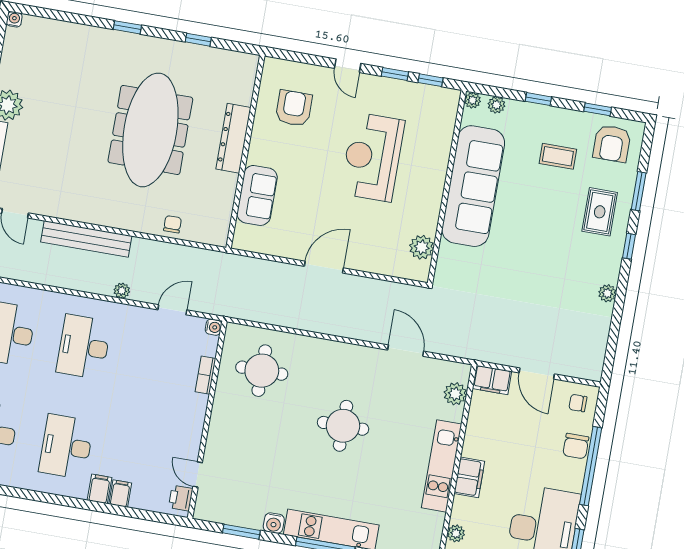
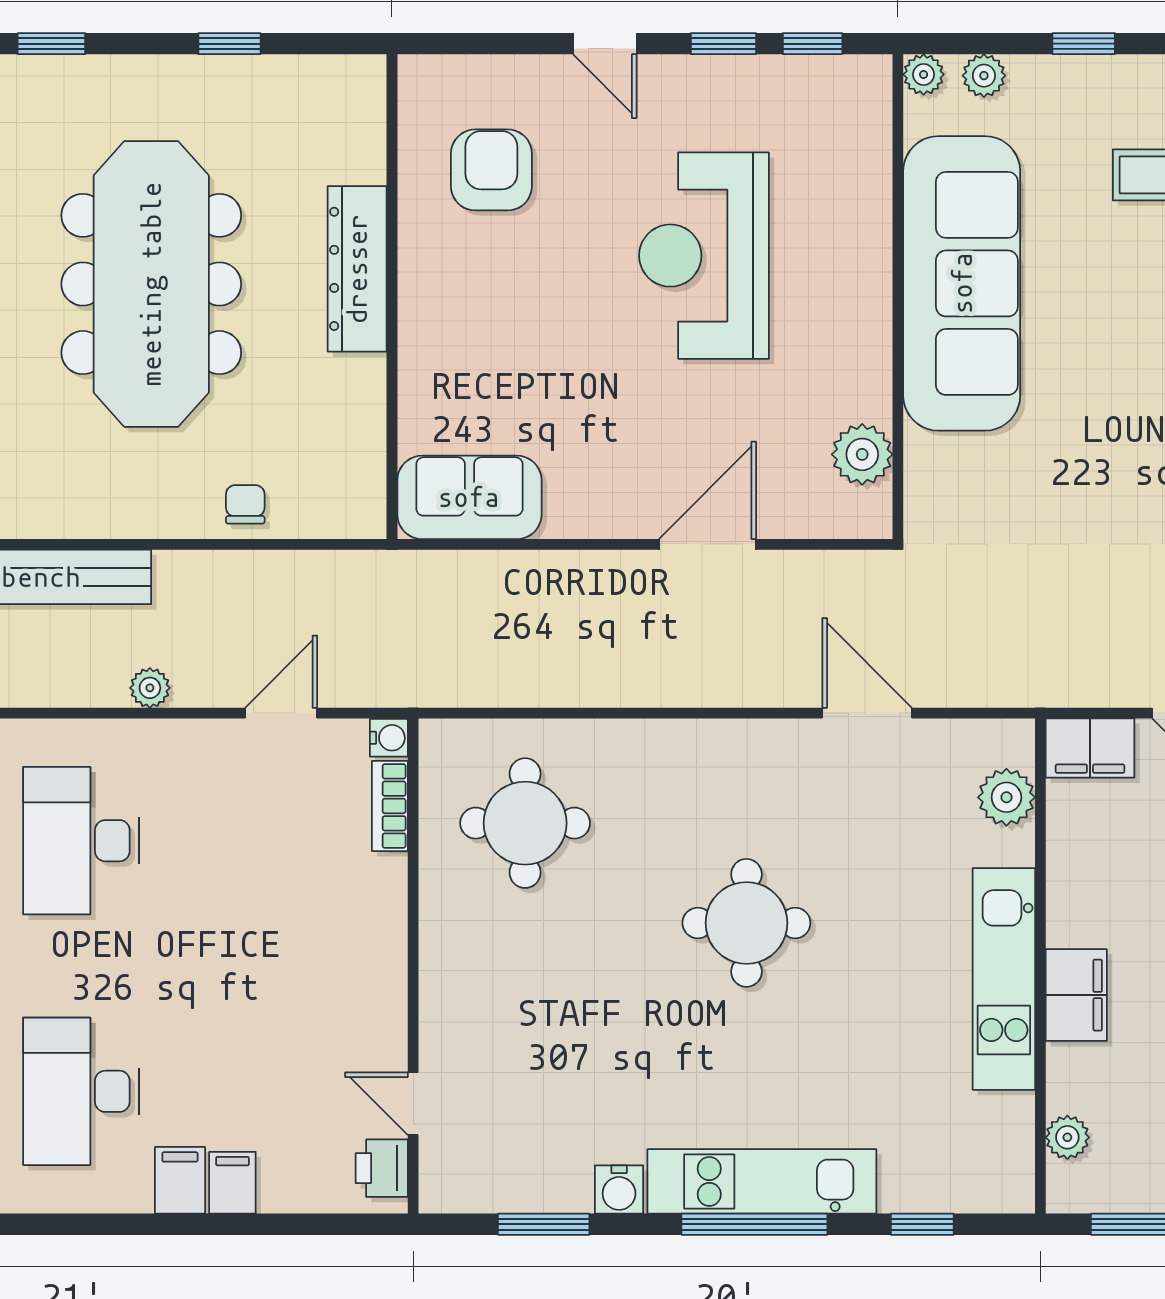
sofa: (257, 195) -> (469, 497), moved, turned -90
door: (324, 267) -> (707, 544), moved
bookcase: (205, 375) -> (390, 806), moved

